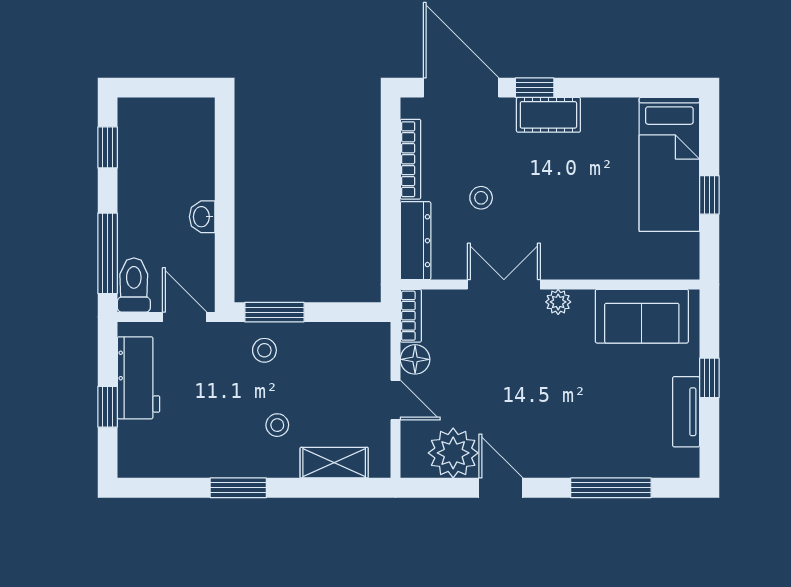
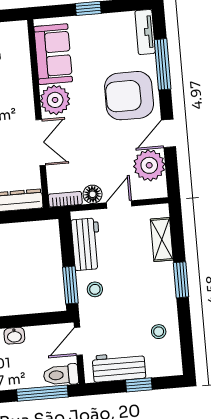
double door: (504, 284) -> (41, 142), swing flipped
plant: (558, 302) -> (55, 100), width x1.87, depth x1.87
workbench: (337, 343) -> (86, 244), added
tv unit: (686, 412) -> (145, 32), moved, turned 90
stool: (277, 425) -> (159, 332), moved
armchair: (566, 430) -> (129, 96), added
window: (238, 488) -> (181, 280), moved

